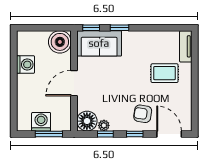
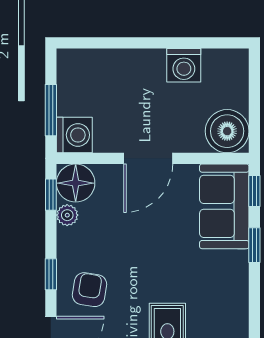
door: (74, 83) -> (148, 158), swing flipped
washing machine: (41, 122) -> (74, 135), moved
window: (105, 134) -> (51, 195), moved

